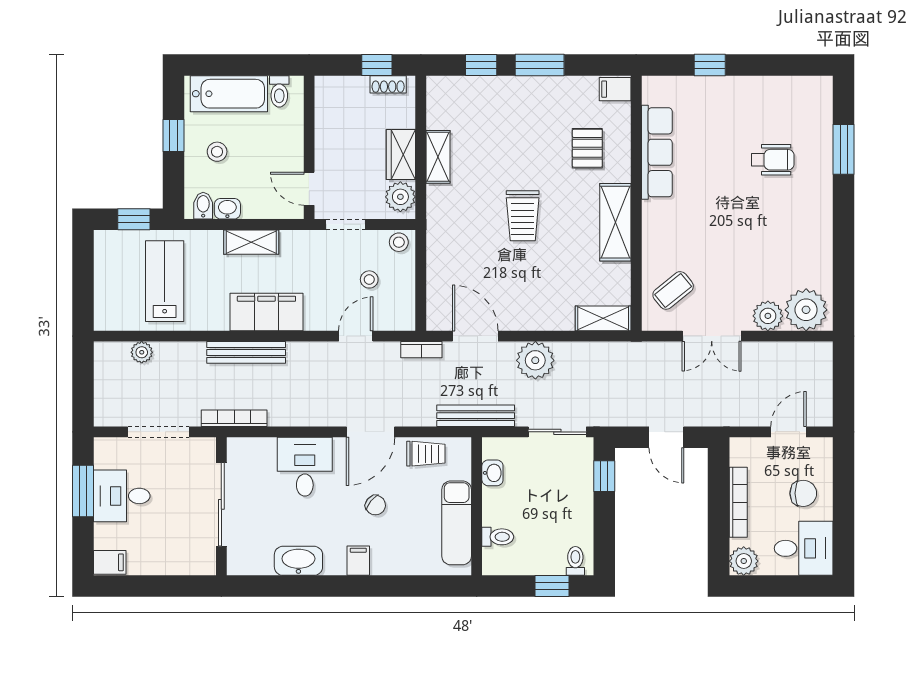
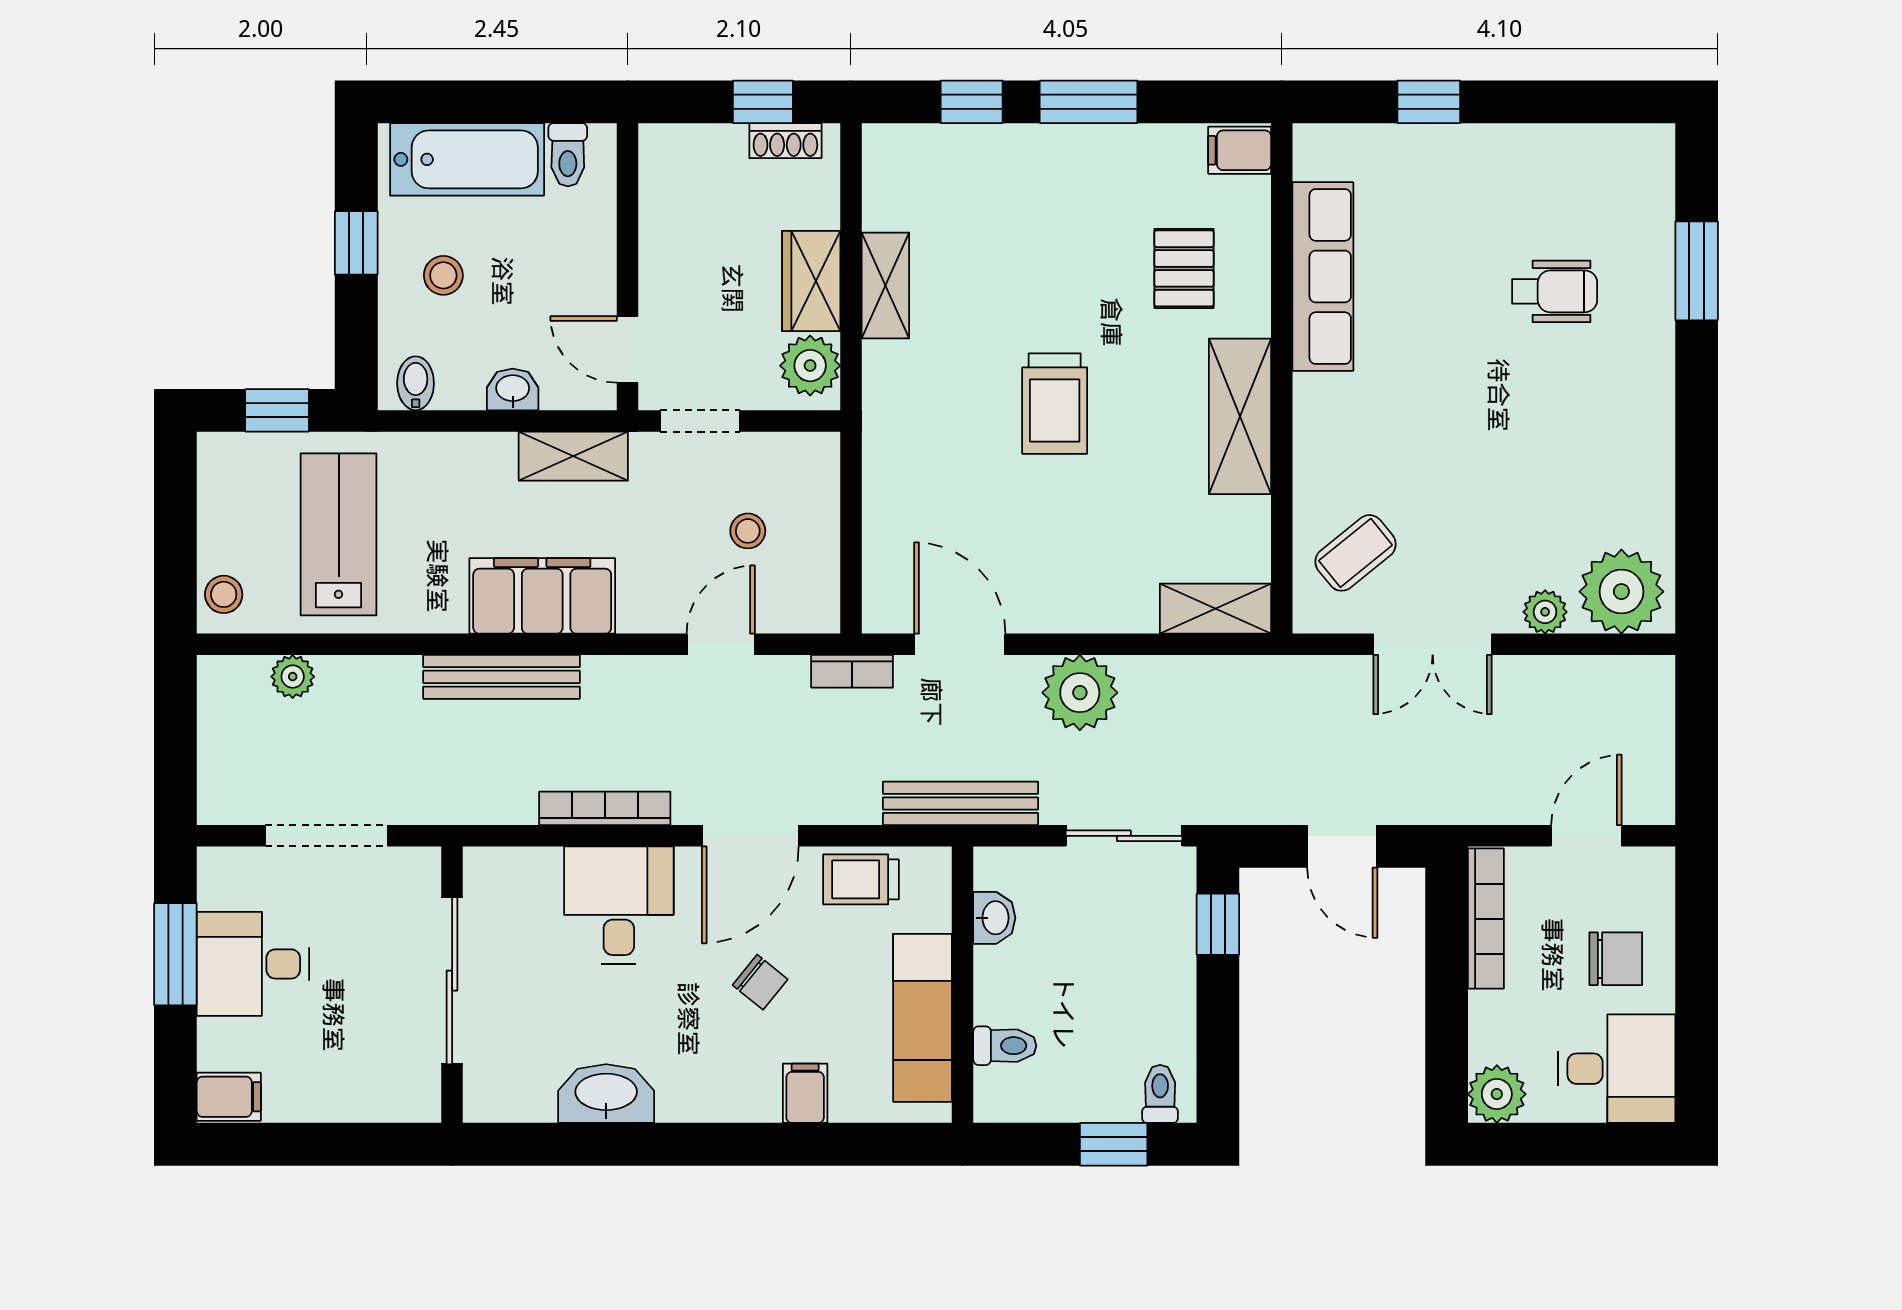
washbasin: (227, 209) -> (513, 389), moved
shelving: (251, 242) -> (573, 456), moved
stool: (399, 242) -> (224, 594), moved
plant: (768, 316) -> (1545, 612), width x0.73, depth x0.73
bookcase: (234, 418) -> (605, 808), moved
trolley: (426, 454) -> (861, 879), turned 180
bookcase: (738, 502) -> (1486, 919), moved
filing cabinet: (358, 561) -> (805, 1093), moved

